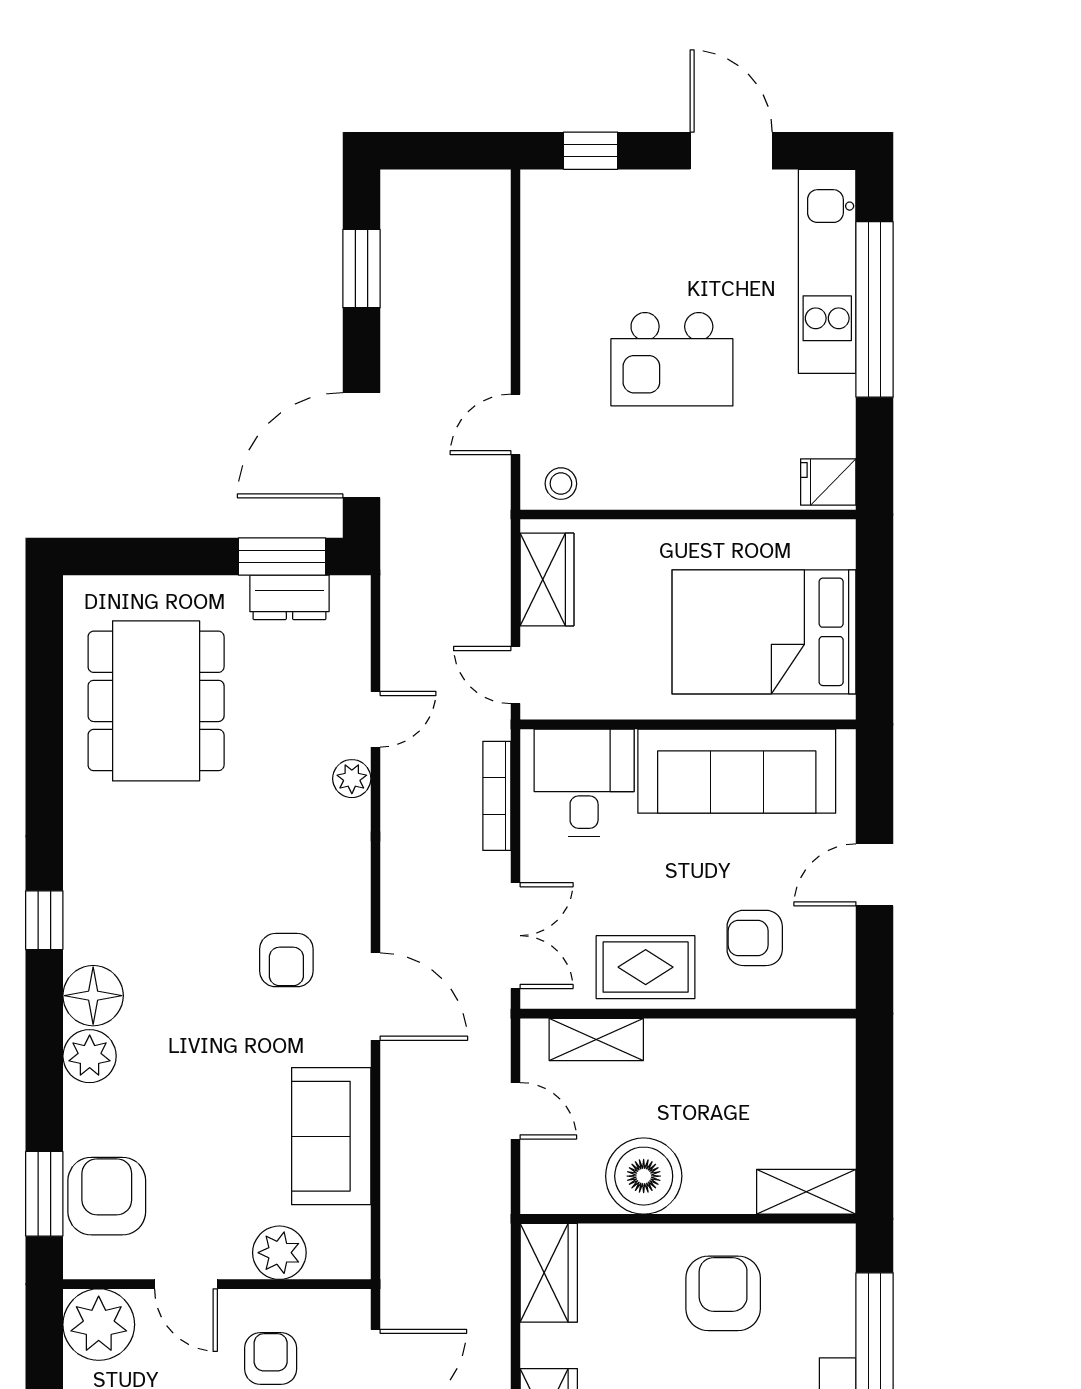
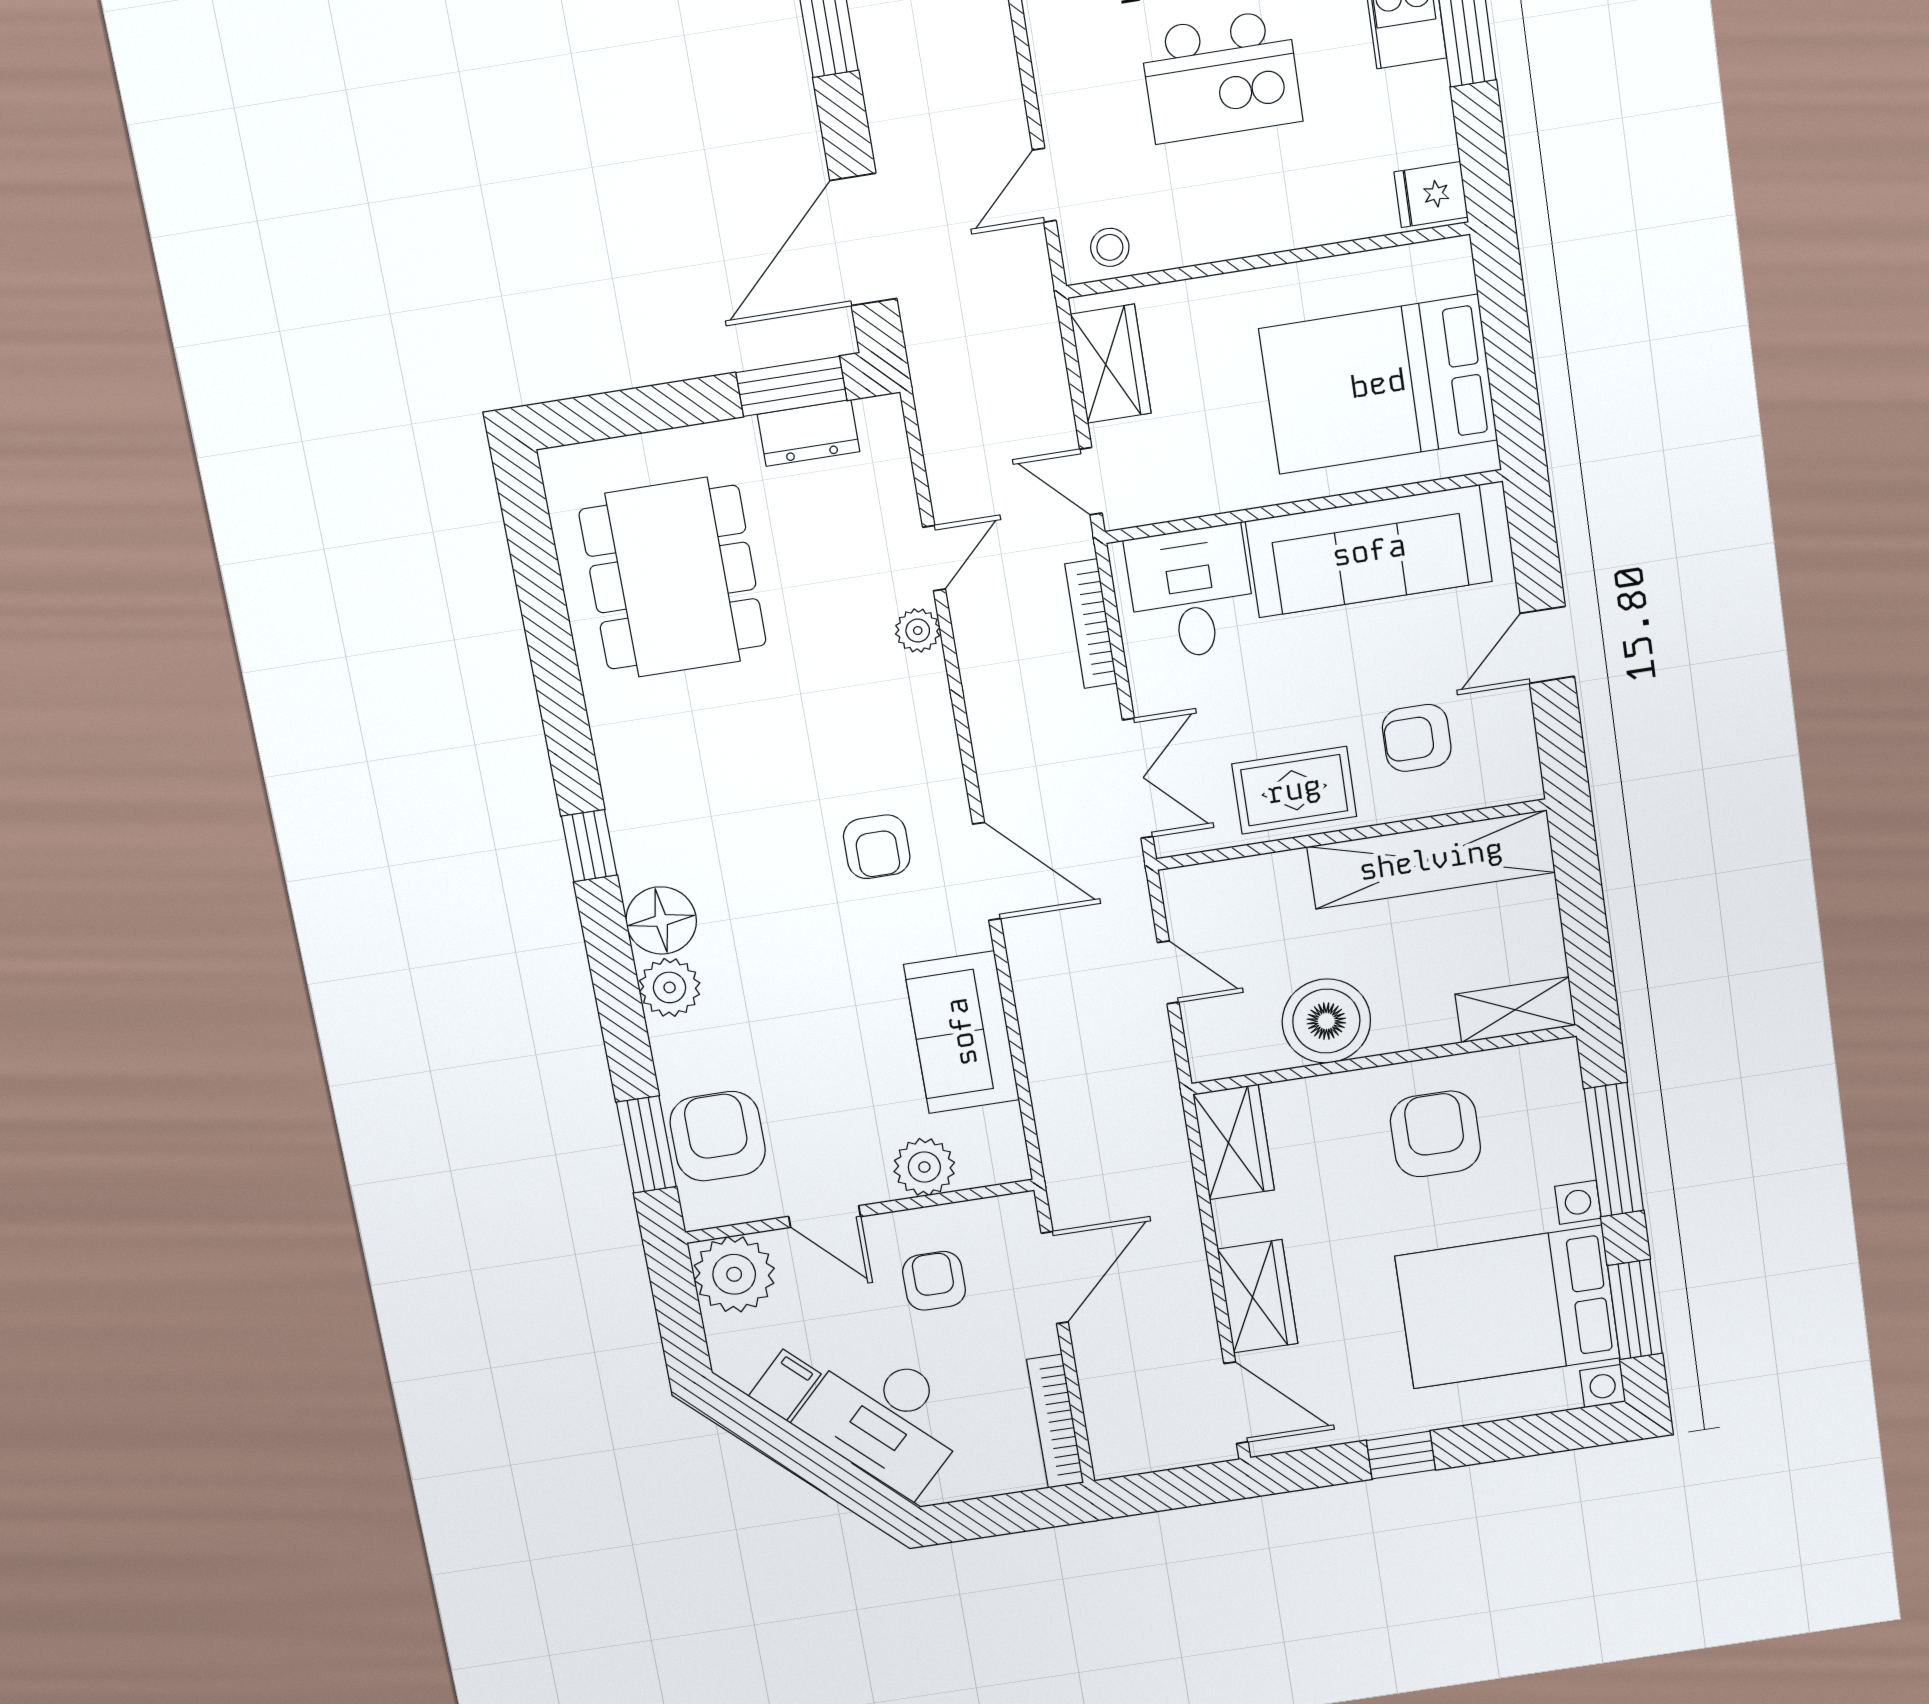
shelving: (596, 1039) -> (1431, 860), moved, width x2.20, depth x1.33

